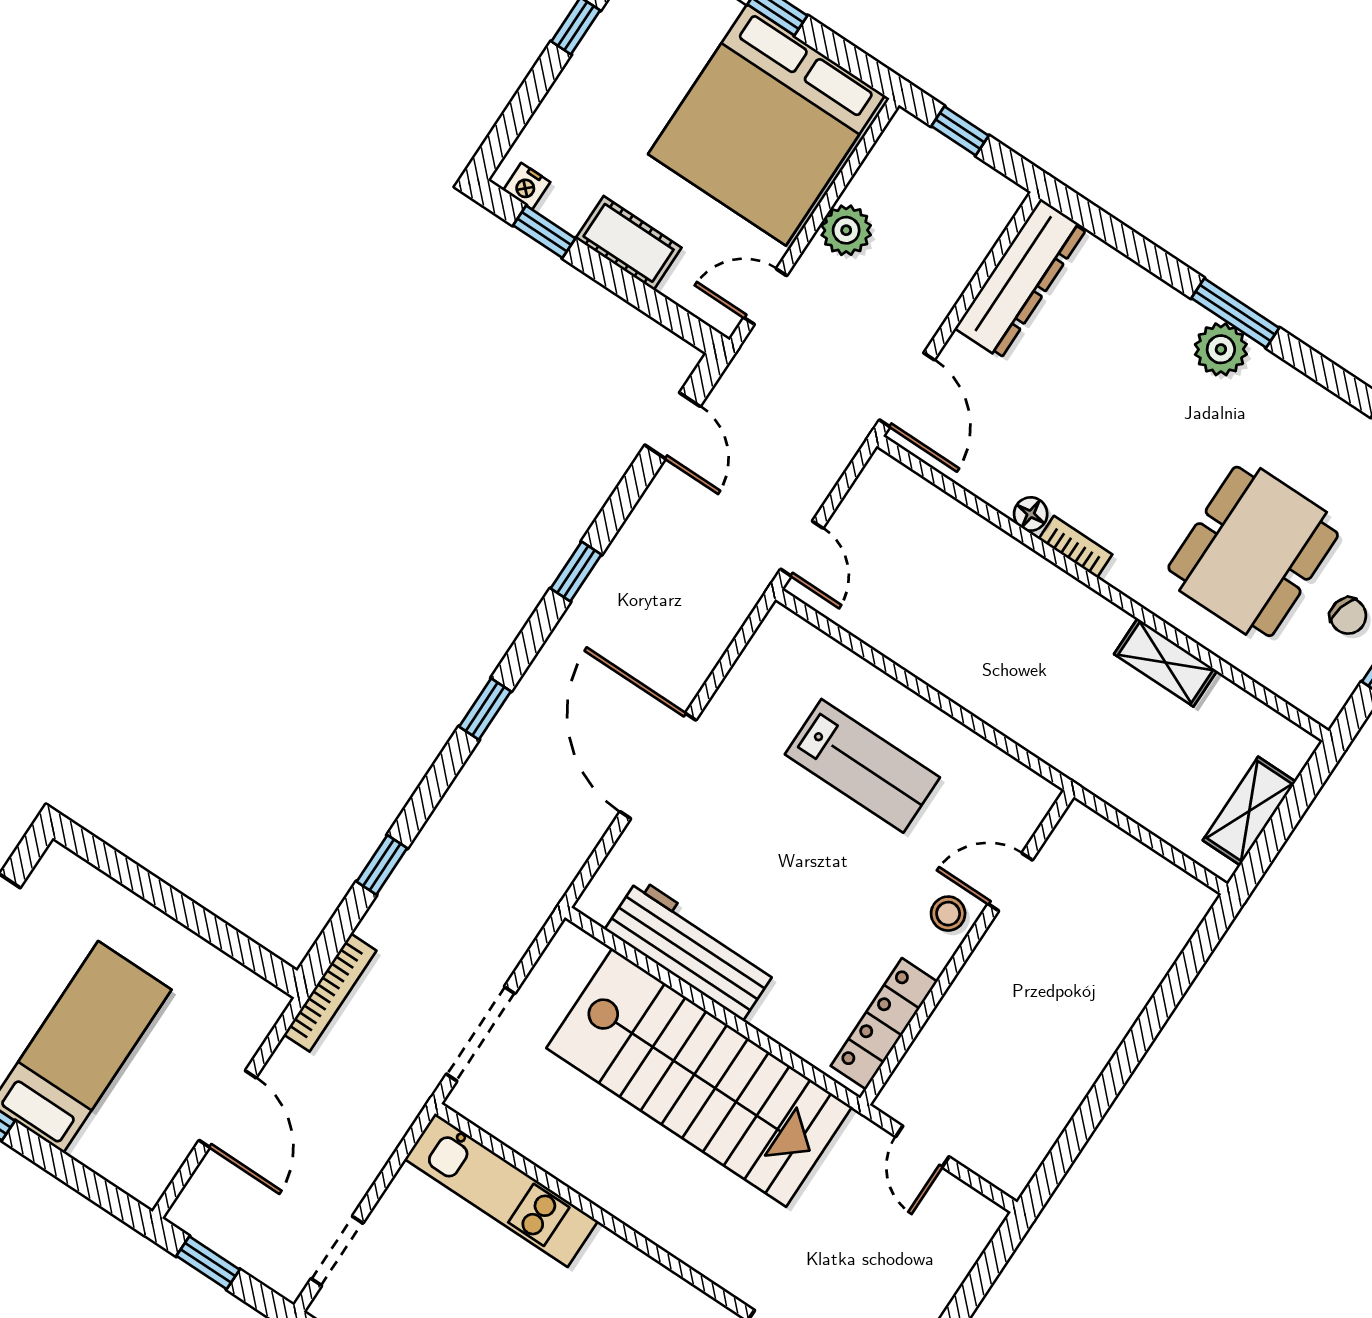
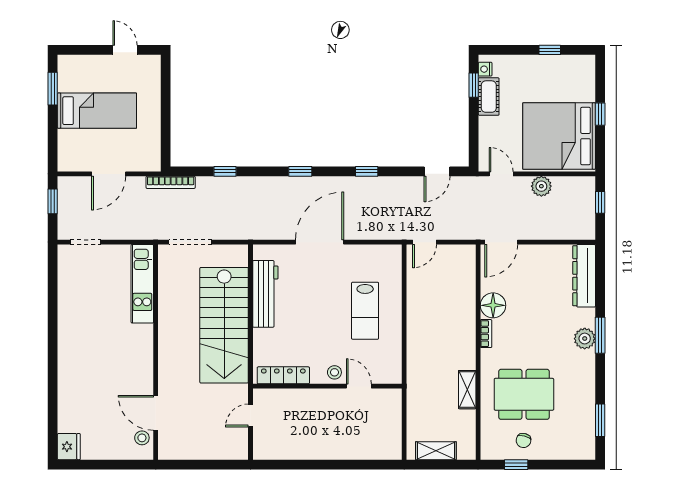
cot: (629, 243) -> (489, 97), moved
dresser: (1021, 279) -> (584, 276), moved, turned 90
floor lamp: (1031, 514) -> (493, 305), width x1.89, depth x1.89

